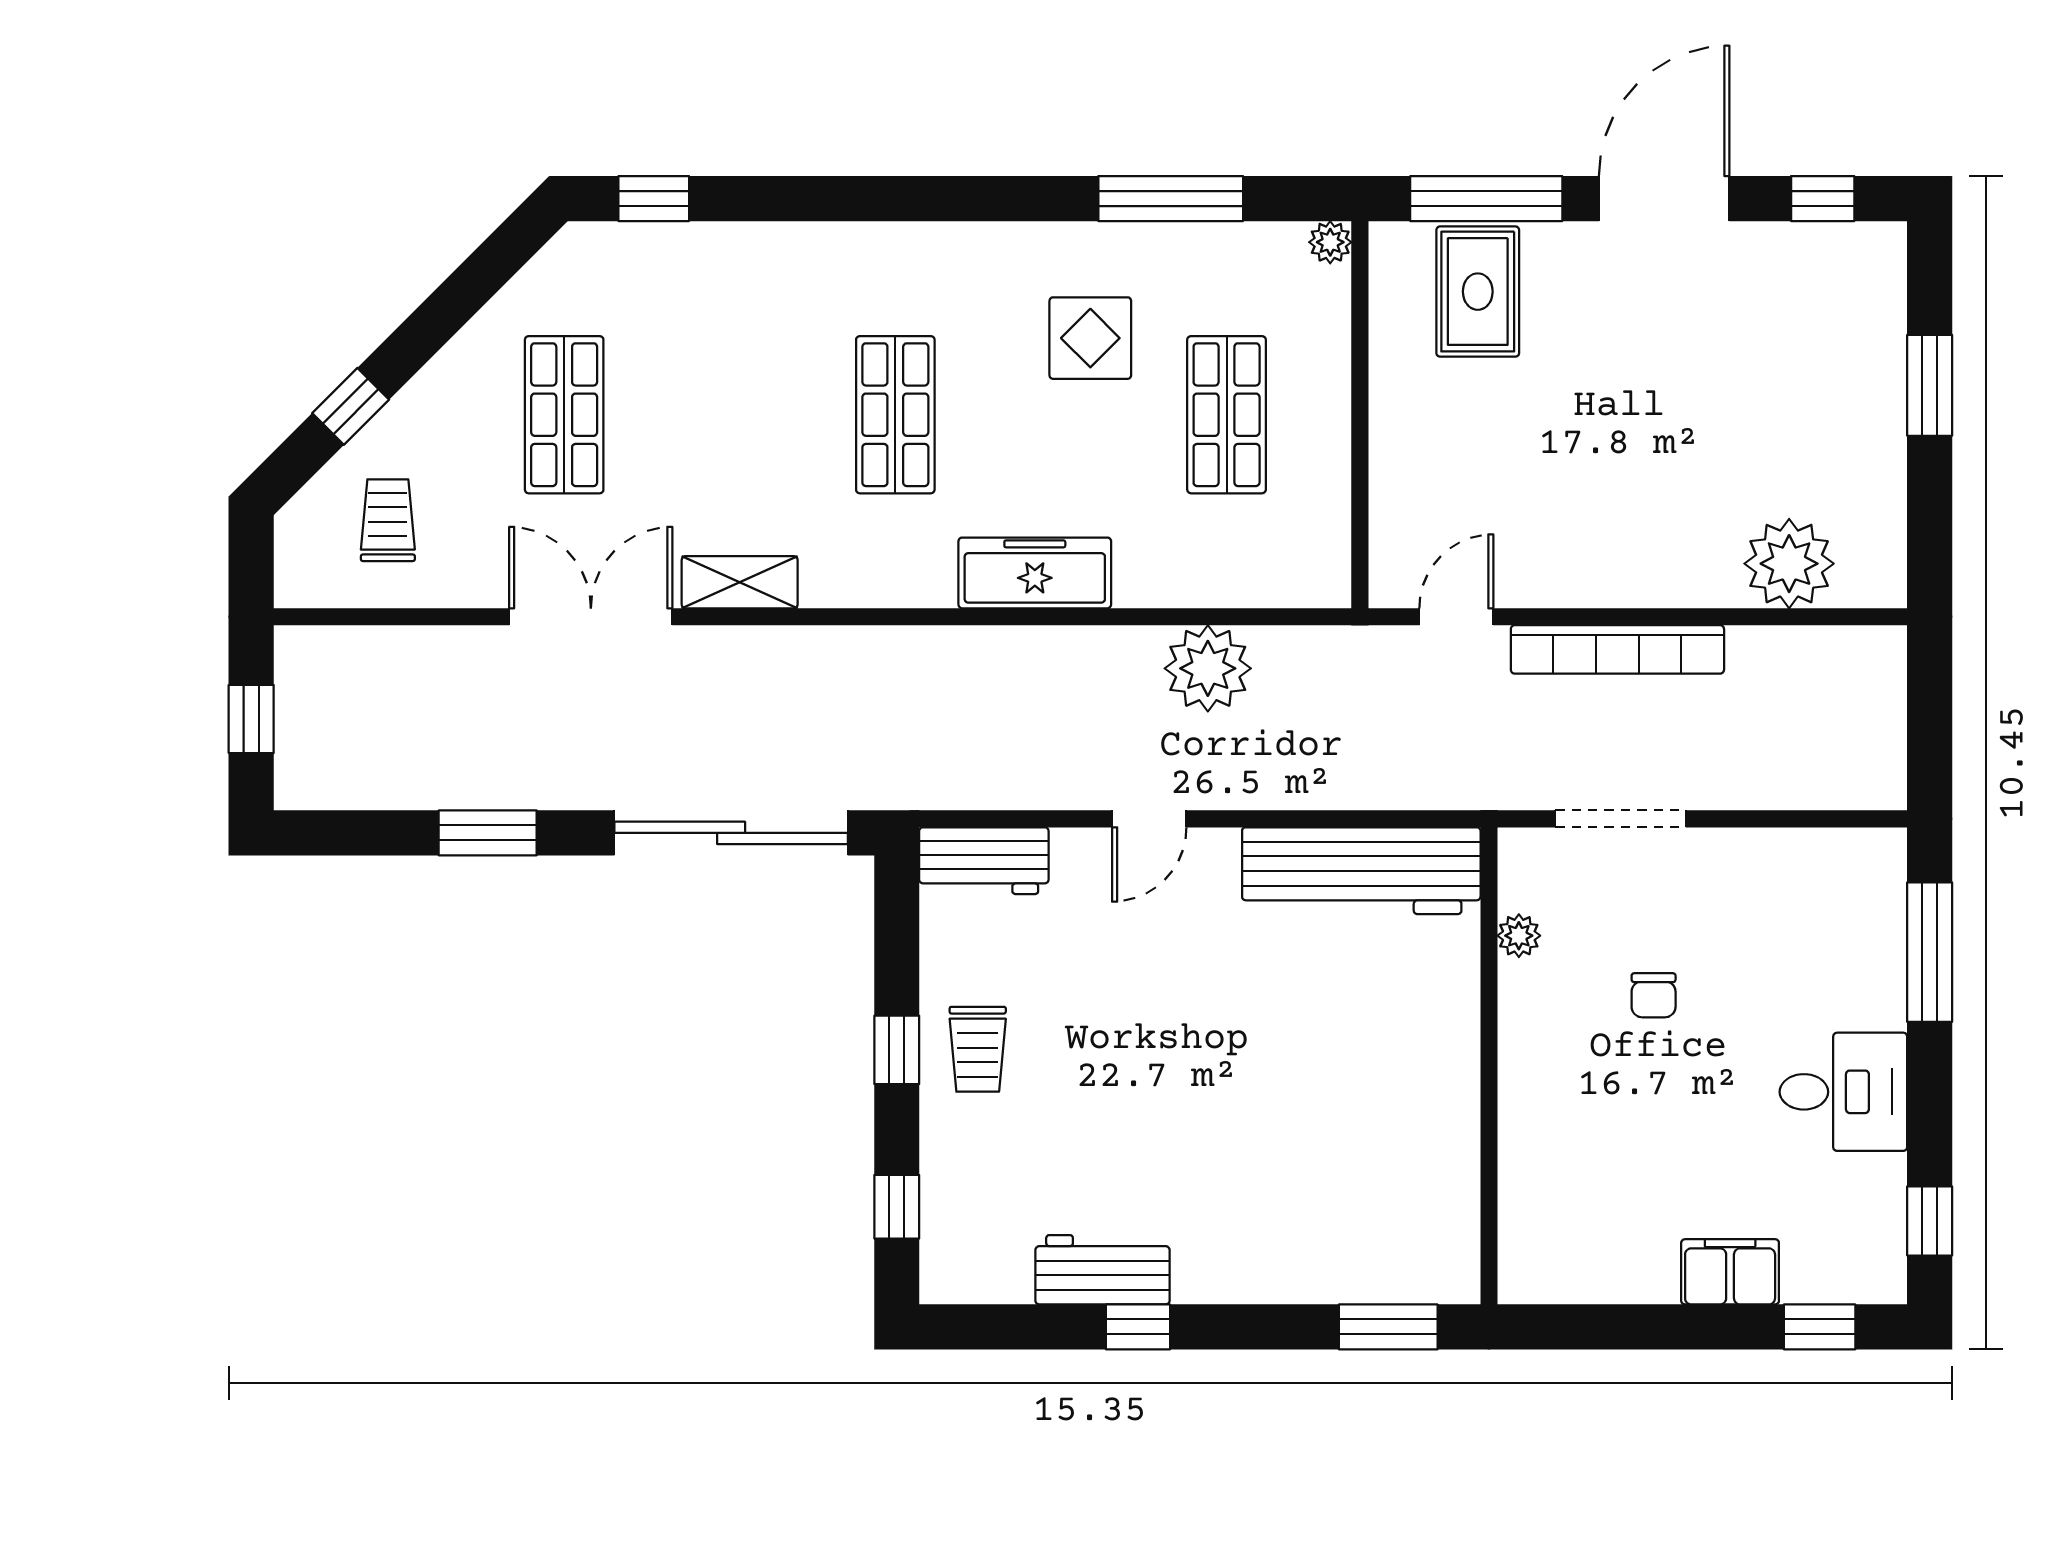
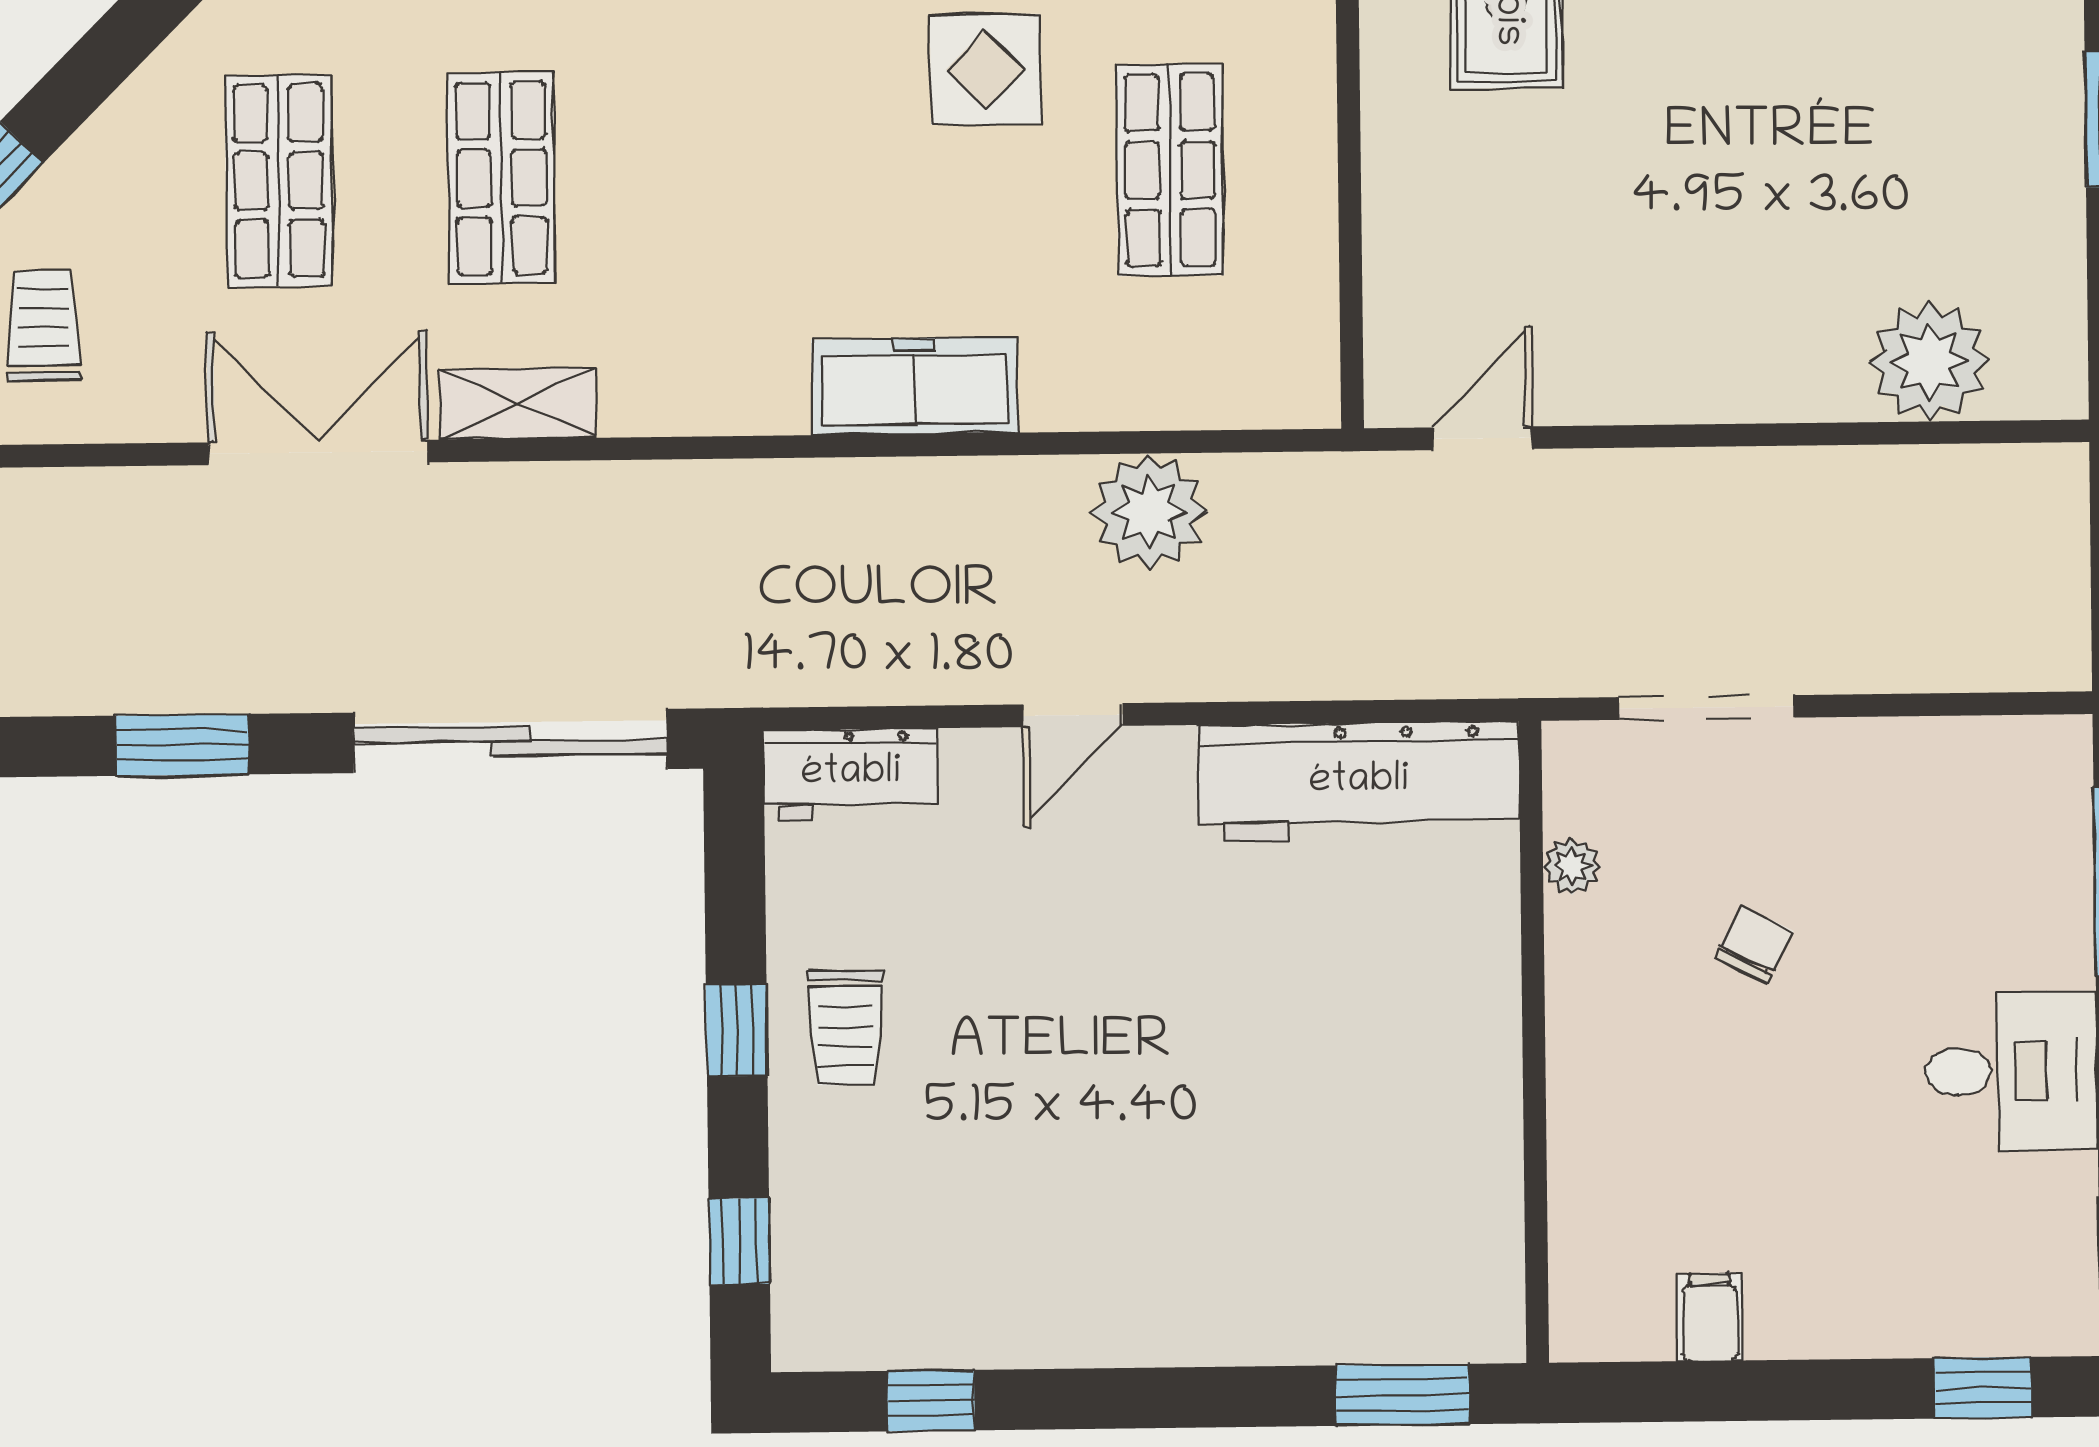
shop shelf: (895, 415) -> (502, 178), moved
bookcase: (1617, 649) -> (1700, 479), removed
chair: (1654, 995) -> (1754, 944), turned -153
workbench: (1102, 1270) -> (1017, 1323), removed
filing cabinet: (1730, 1272) -> (1710, 1317), moved, width x0.50
window: (1138, 1327) -> (931, 1401), moved

